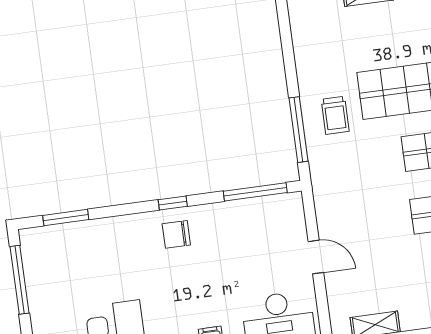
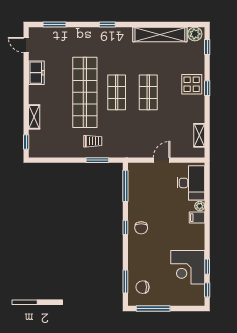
window: (299, 130) -> (97, 160), width x0.69
chair: (59, 253) -> (143, 287), added

